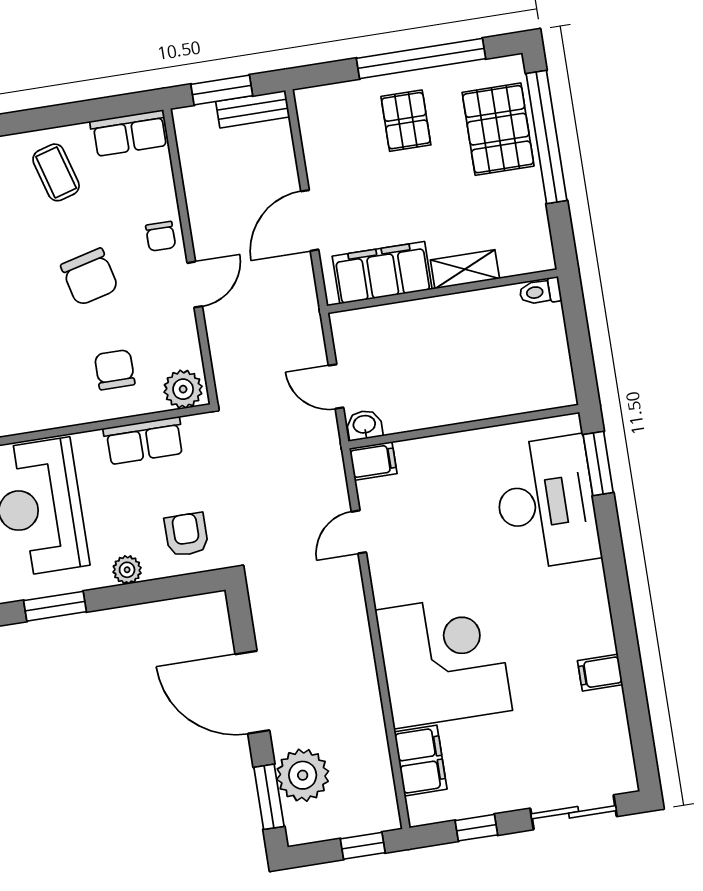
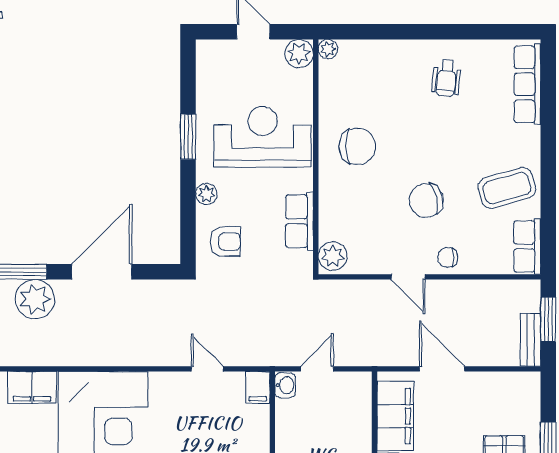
coffee table: (56, 172) -> (507, 188), width x1.36, depth x1.30
chair: (115, 370) -> (357, 146), moved, width x1.37, depth x1.37

